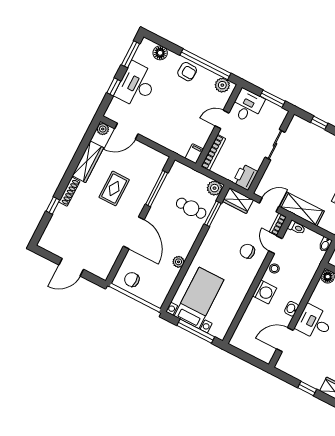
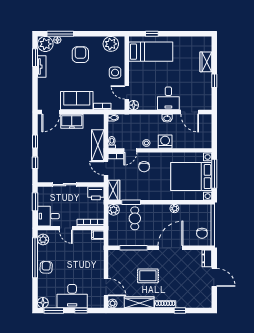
floor lamp: (160, 53) -> (43, 303), moved
dresser: (99, 270) -> (207, 258), added
bed with nightstands: (199, 298) -> (191, 177), width x1.36

